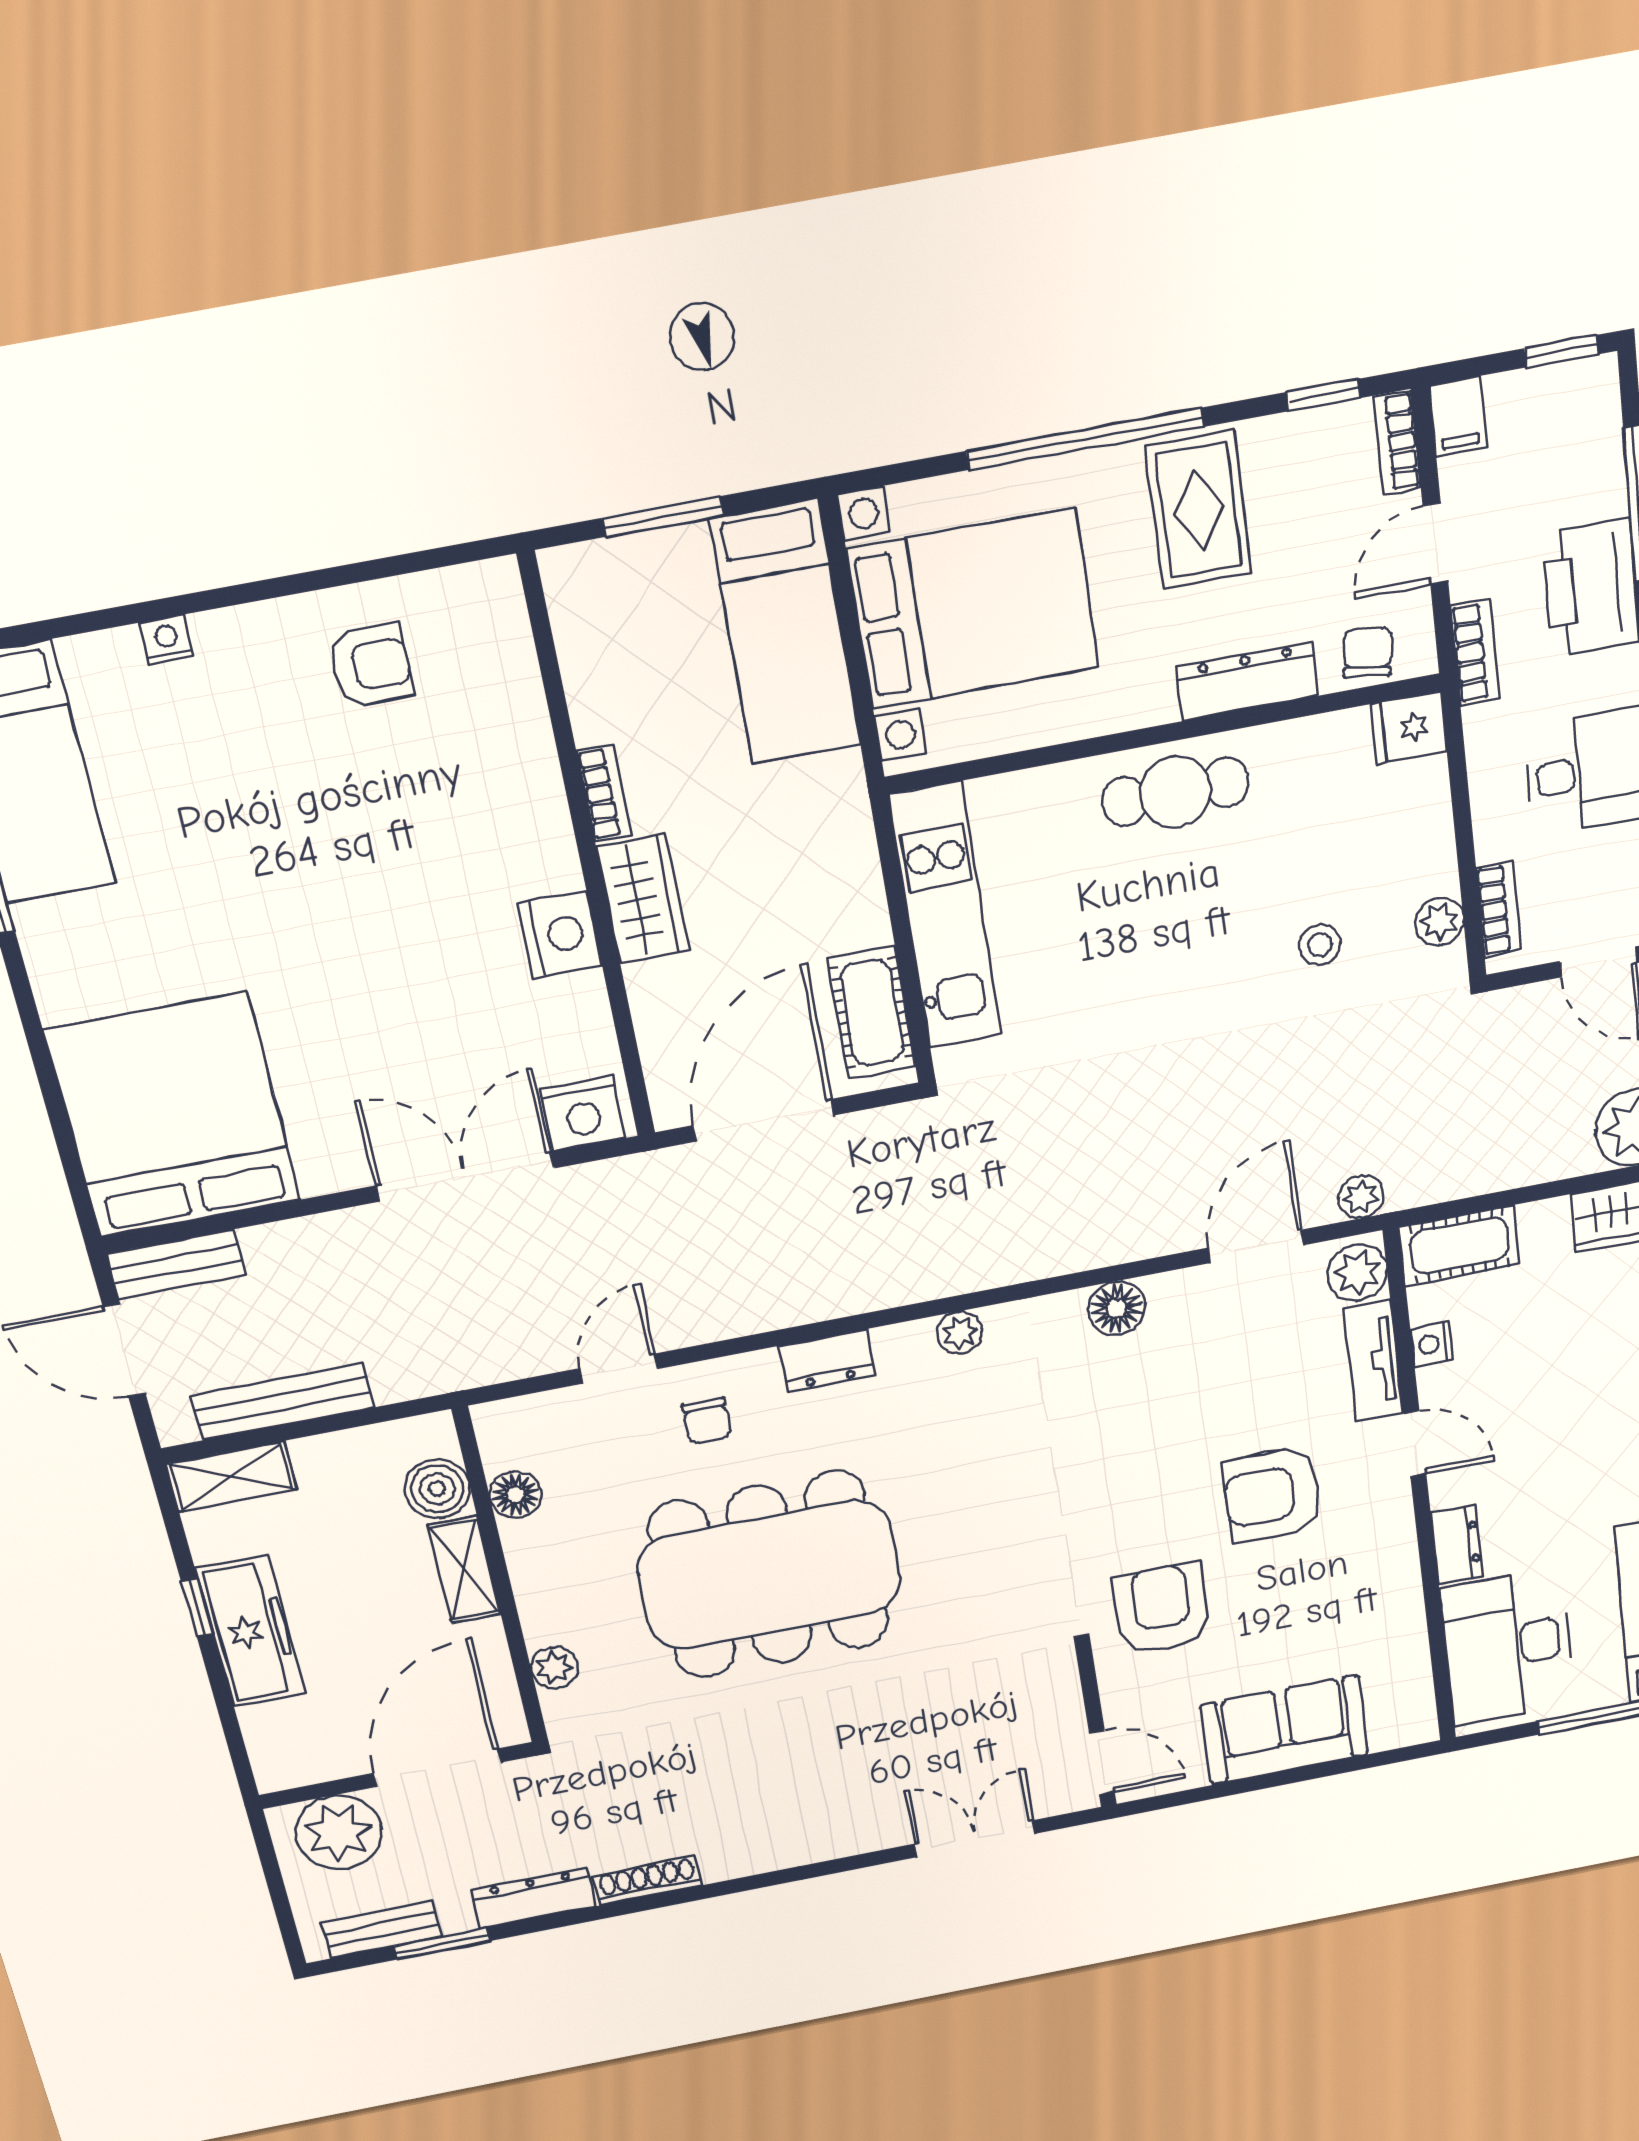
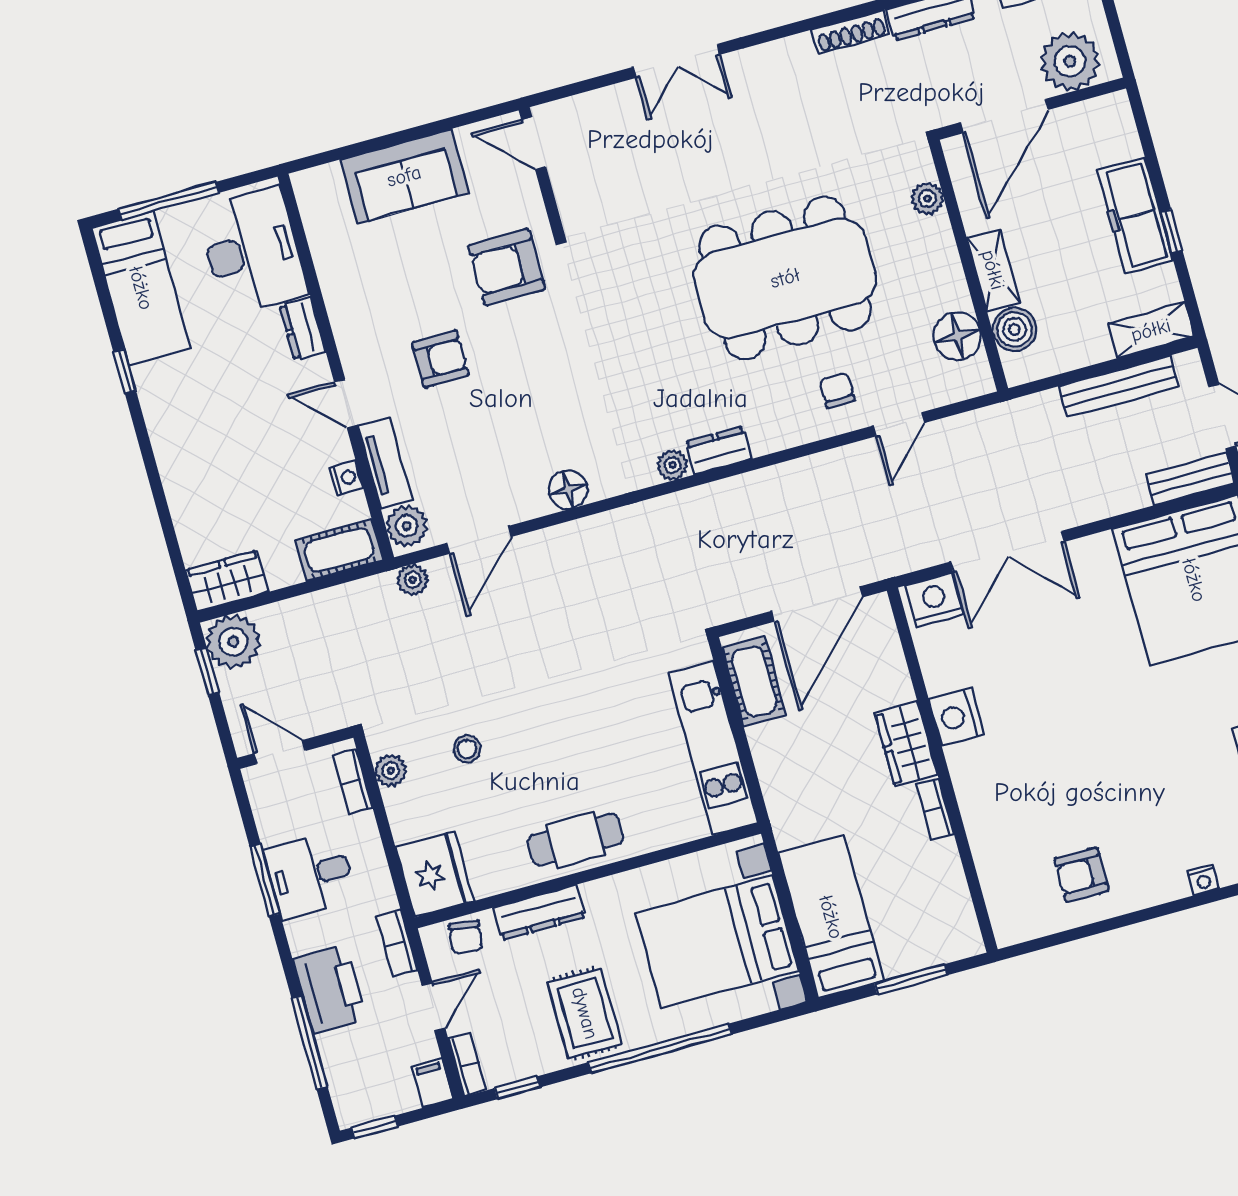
fridge: (1409, 728) -> (435, 874), width x1.88, depth x1.34
dresser: (827, 1360) -> (719, 450), moved
floor lamp: (516, 1495) -> (957, 336), width x1.38, depth x1.38
armchair: (1273, 1495) -> (440, 359), width x0.72, depth x0.72
armchair: (1162, 1609) -> (507, 267), turned 90
double door: (975, 1839) -> (677, 61), moved

